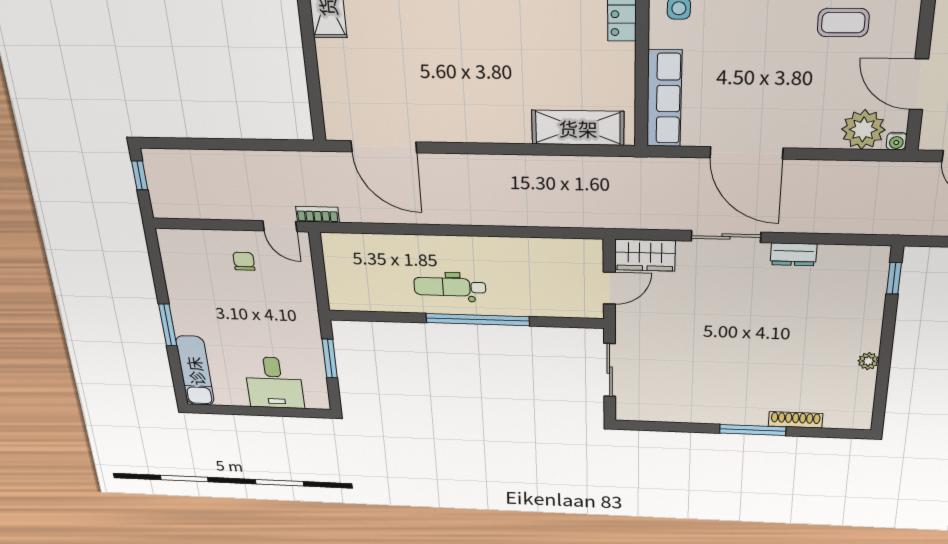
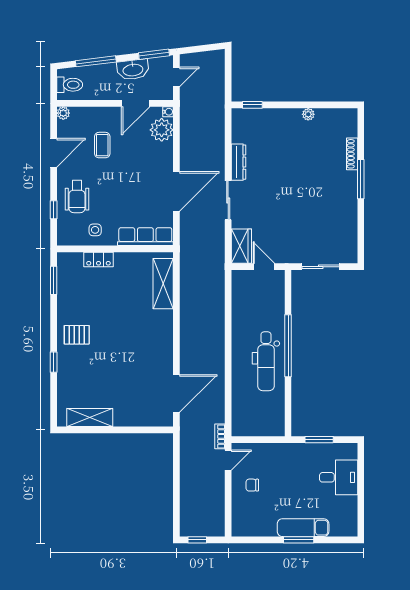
dresser: (793, 254) -> (239, 162), width x1.44
dental chair: (450, 287) -> (266, 361), width x1.36, depth x1.38
exam couch: (195, 371) -> (303, 528), moved

